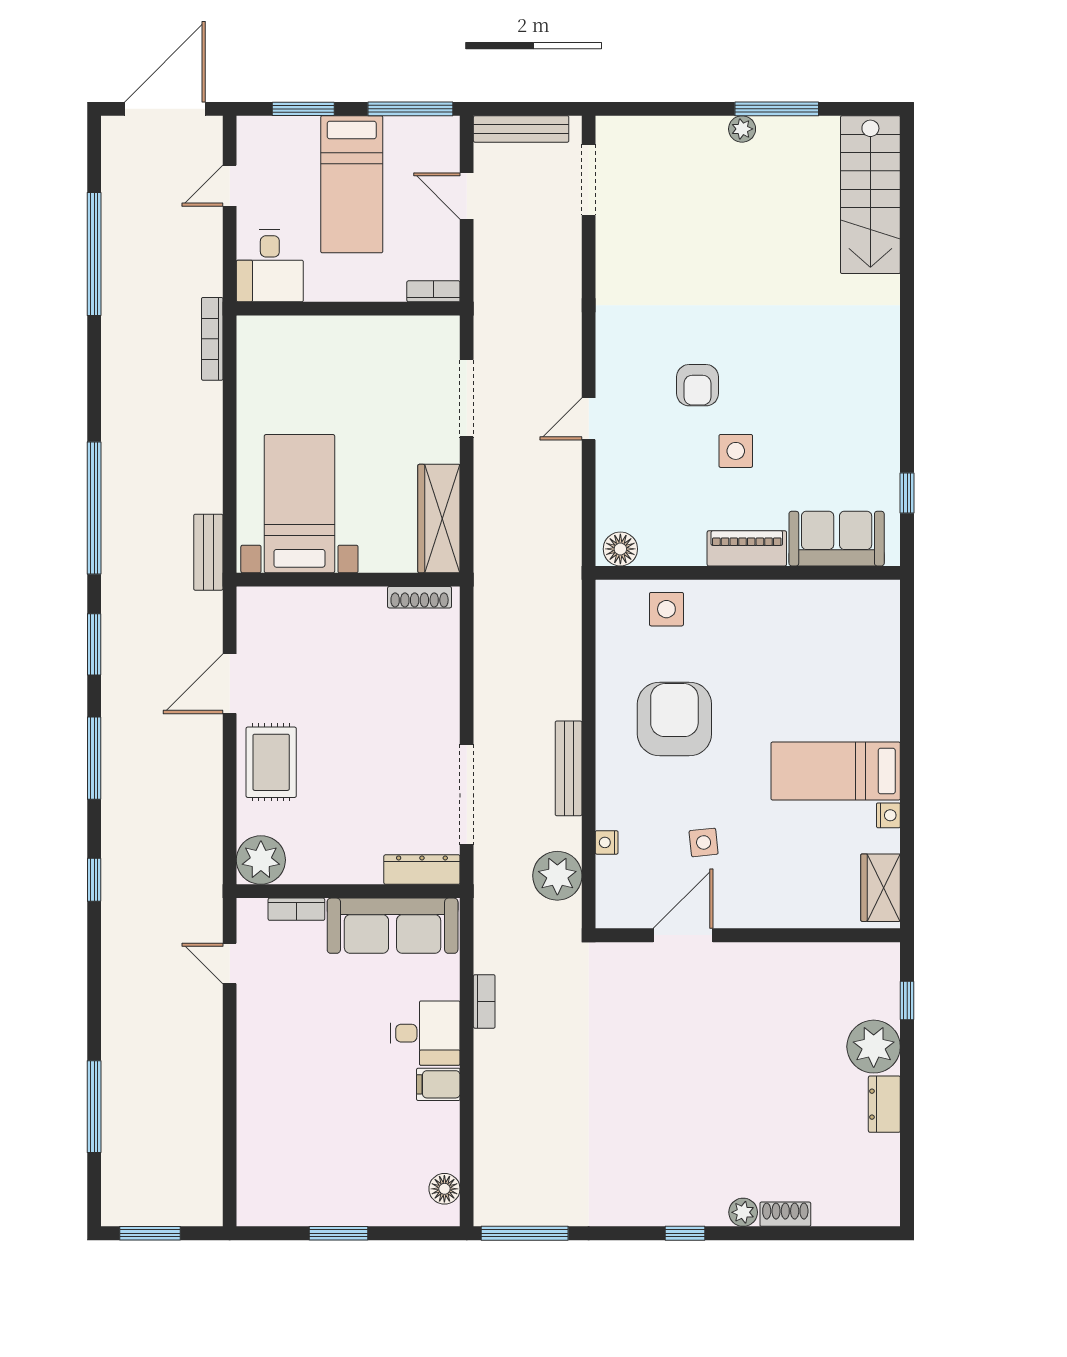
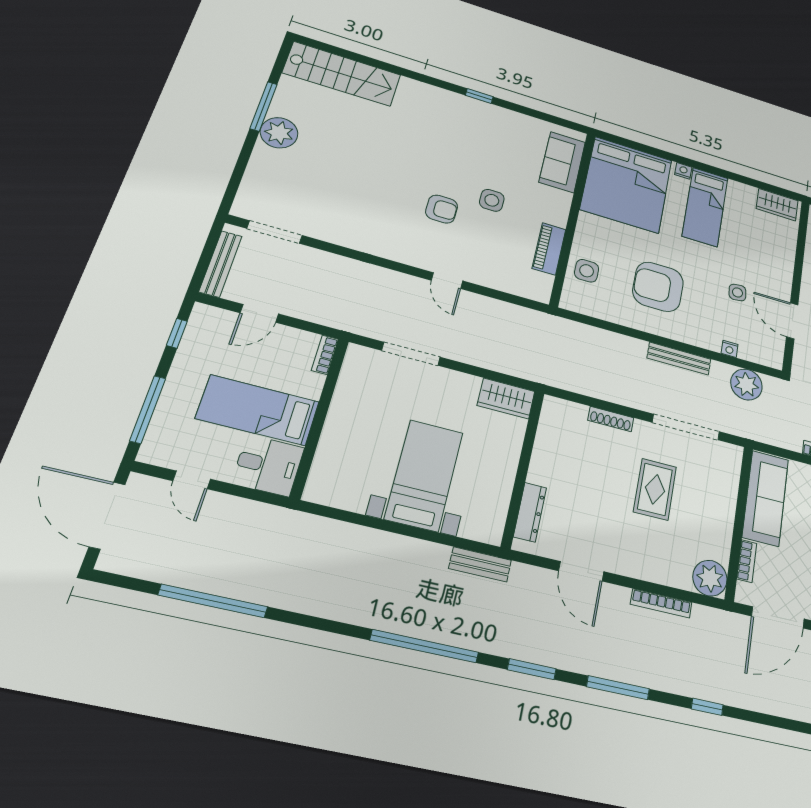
window: (303, 109) -> (148, 409), width x1.44
window: (410, 109) -> (177, 333), width x0.46
plant: (742, 129) -> (279, 133), width x1.87, depth x1.87
bed: (352, 184) -> (258, 410), moved, turned 180
bookcase: (212, 339) -> (661, 603), moved
window: (907, 493) -> (479, 96), moved
bed with nightstands: (299, 504) -> (424, 475), moved, turned 90
wardrobe: (439, 519) -> (506, 398), width x0.67
piano: (747, 548) -> (549, 249), moved
floor lamp: (620, 549) -> (541, 287), removed
shoe rack: (420, 597) -> (611, 419), moved, turned 90
bed: (832, 642) -> (627, 185), added
rug: (271, 762) -> (655, 489), moved, turned 90
nightstand: (888, 815) -> (683, 171), moved
dresser: (422, 870) -> (530, 512), moved, turned 180
door: (230, 964) -> (778, 617), width x1.88

